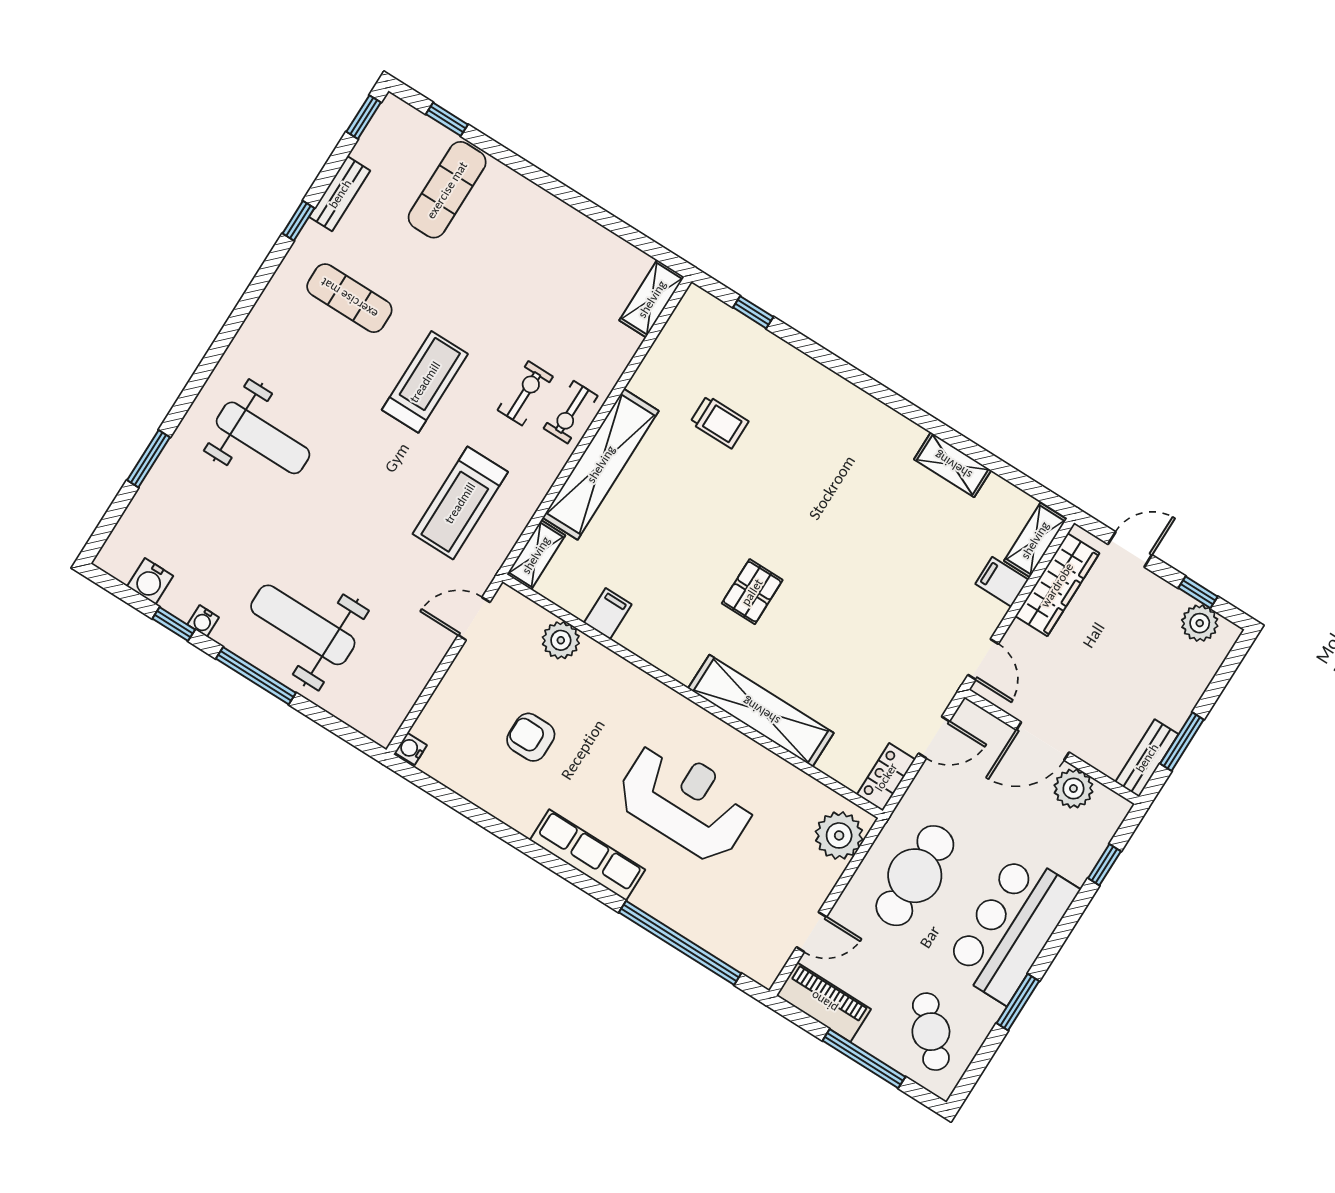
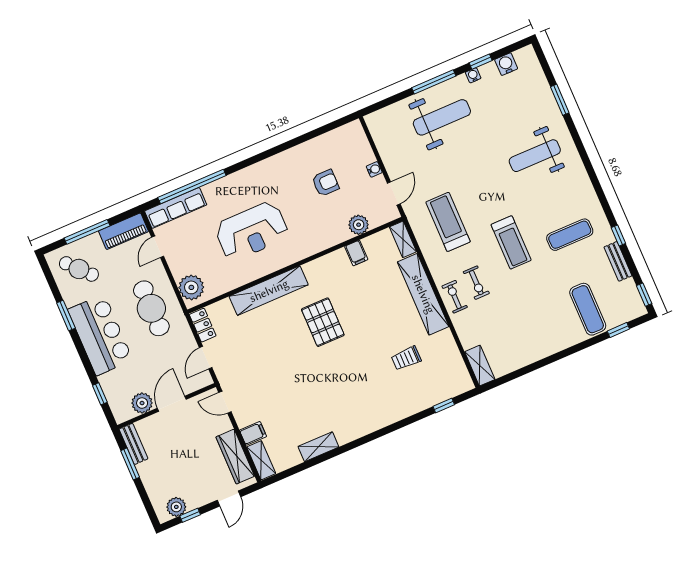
pallet: (752, 592) -> (323, 322), width x1.50, depth x1.42
water cooler: (411, 749) -> (374, 169), moved
row of seats: (587, 855) -> (176, 208), moved

